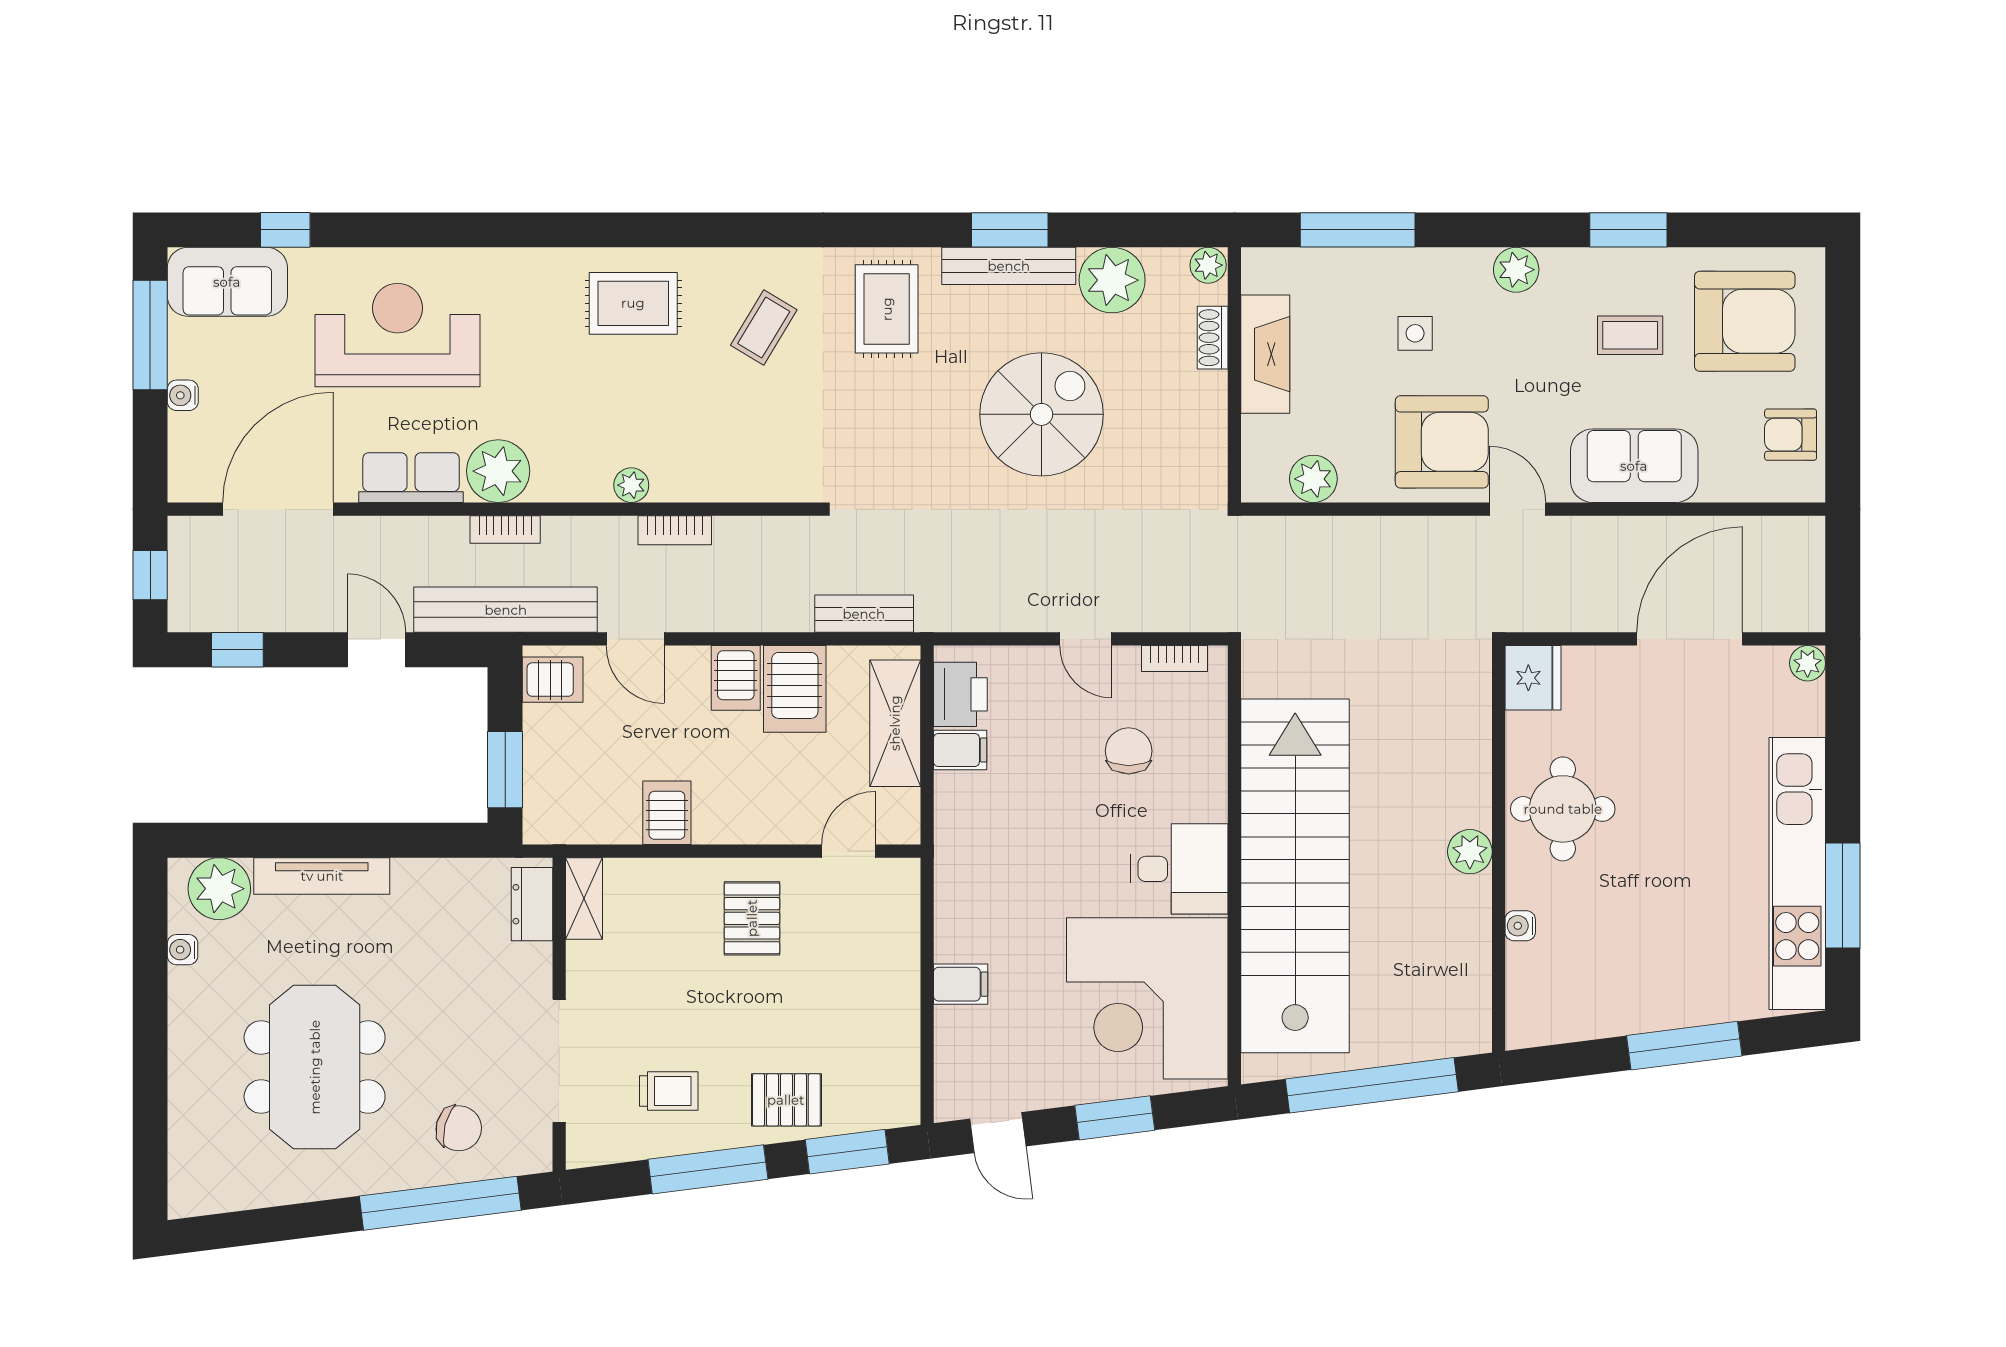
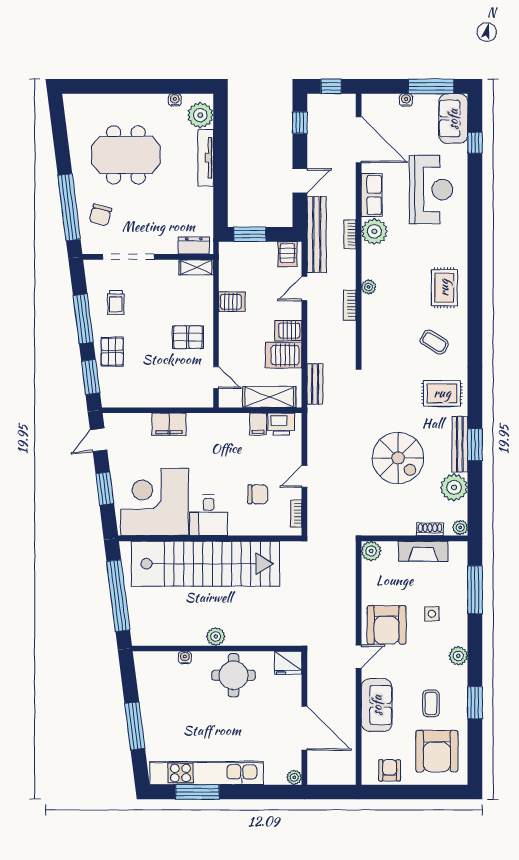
plant: (1313, 479) -> (371, 551), moved
filing cabinet: (961, 984) -> (169, 424), width x2.00

